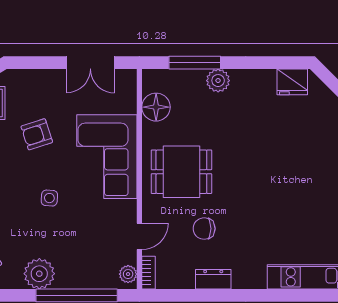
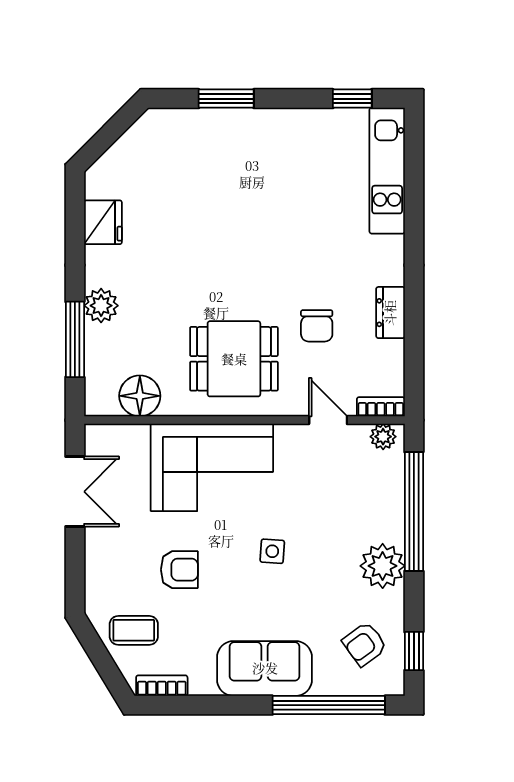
fridge: (292, 82) -> (103, 222), moved
armchair: (37, 134) -> (179, 570), turned -72
dining table: (181, 172) -> (234, 359), turned 90

